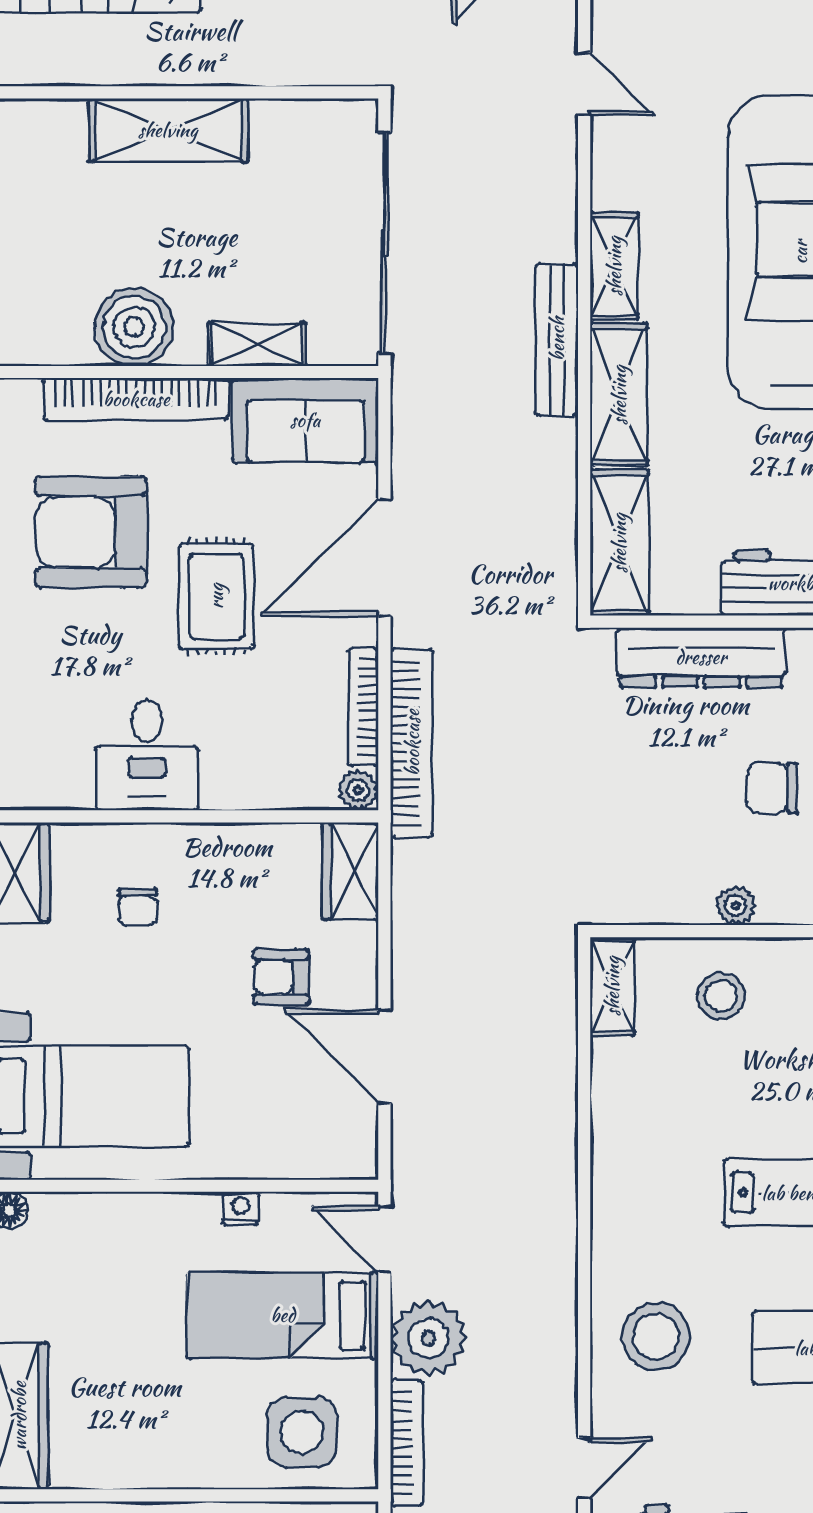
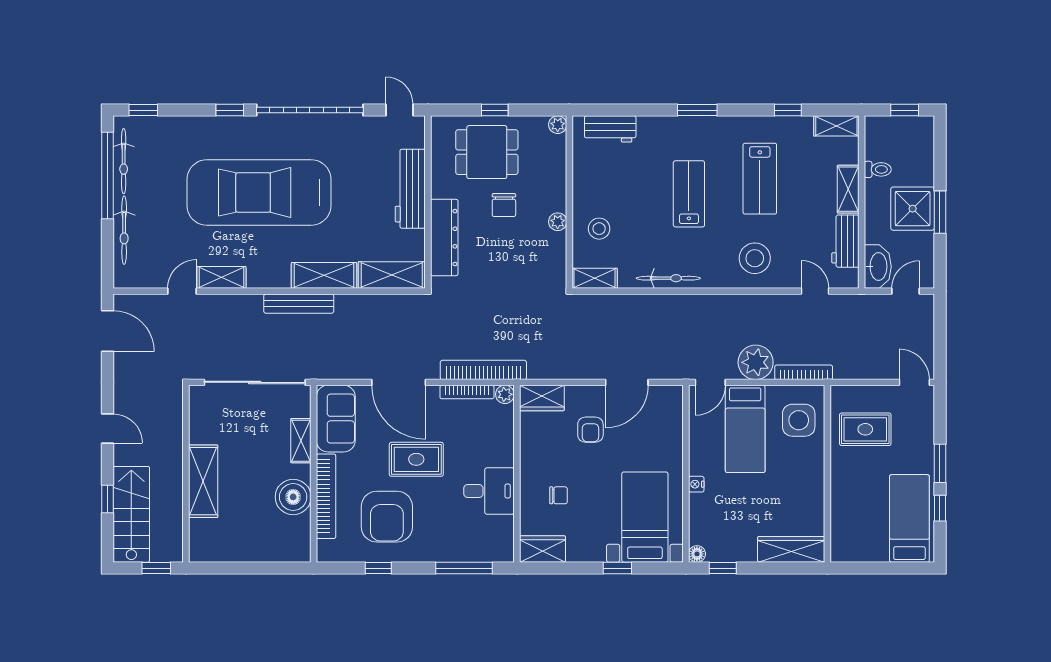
shelving: (614, 266) -> (221, 277), moved
bicycle: (612, 1147) -> (668, 278), added
nightstand: (241, 1208) -> (696, 484), moved

